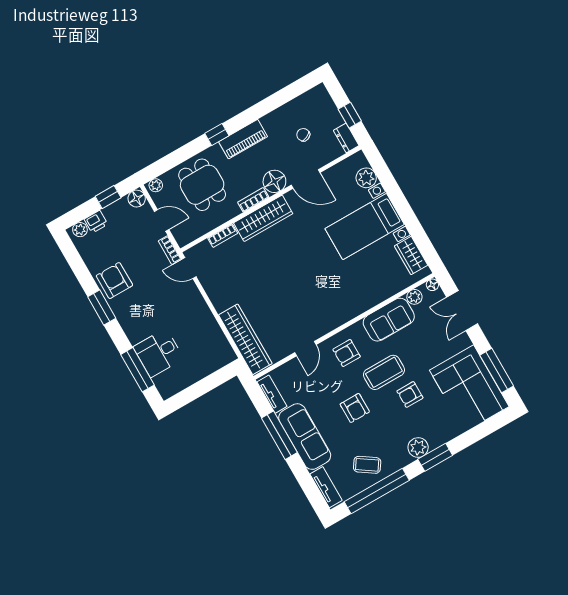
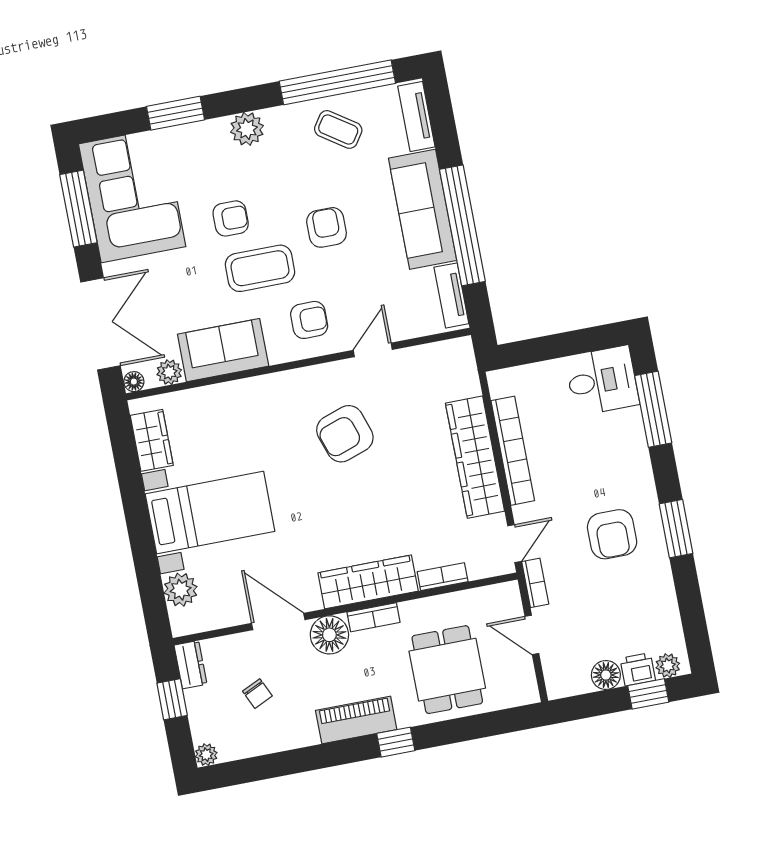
plant: (156, 185) -> (206, 755), moved
window: (108, 197) -> (648, 694), moved
floor lamp: (137, 199) -> (606, 675), moved
door: (189, 268) -> (514, 544), hinge flipped
armchair: (114, 281) -> (612, 534), moved
armchair: (305, 296) -> (345, 434), added
double door: (462, 311) -> (100, 324), width x1.37
bookcase: (208, 319) -> (513, 451), added
wardrobe: (245, 339) -> (475, 457), moved
desk: (158, 353) -> (602, 381), moved
window: (279, 435) -> (462, 225), width x1.46
window: (435, 457) -> (176, 113), moved

